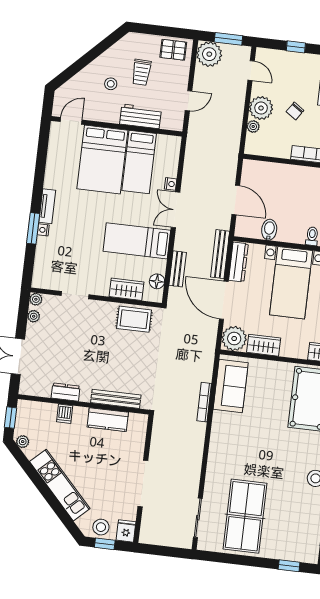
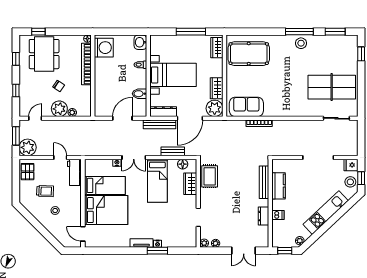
workbench: (141, 116) -> (74, 172), moved

